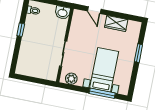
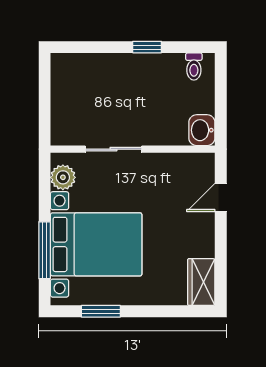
wardrobe: (116, 23) -> (201, 282), moved
window: (138, 53) -> (101, 311), moved
bed with nightstands: (104, 70) -> (96, 244), width x1.36

